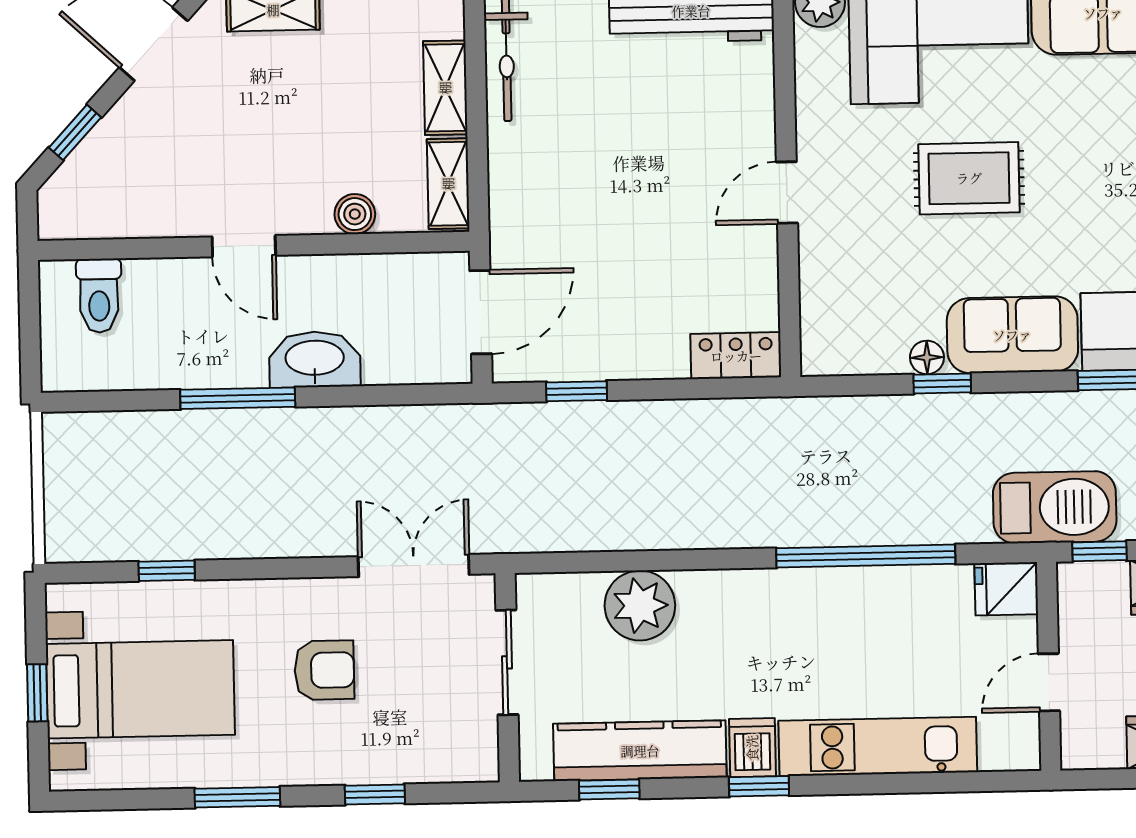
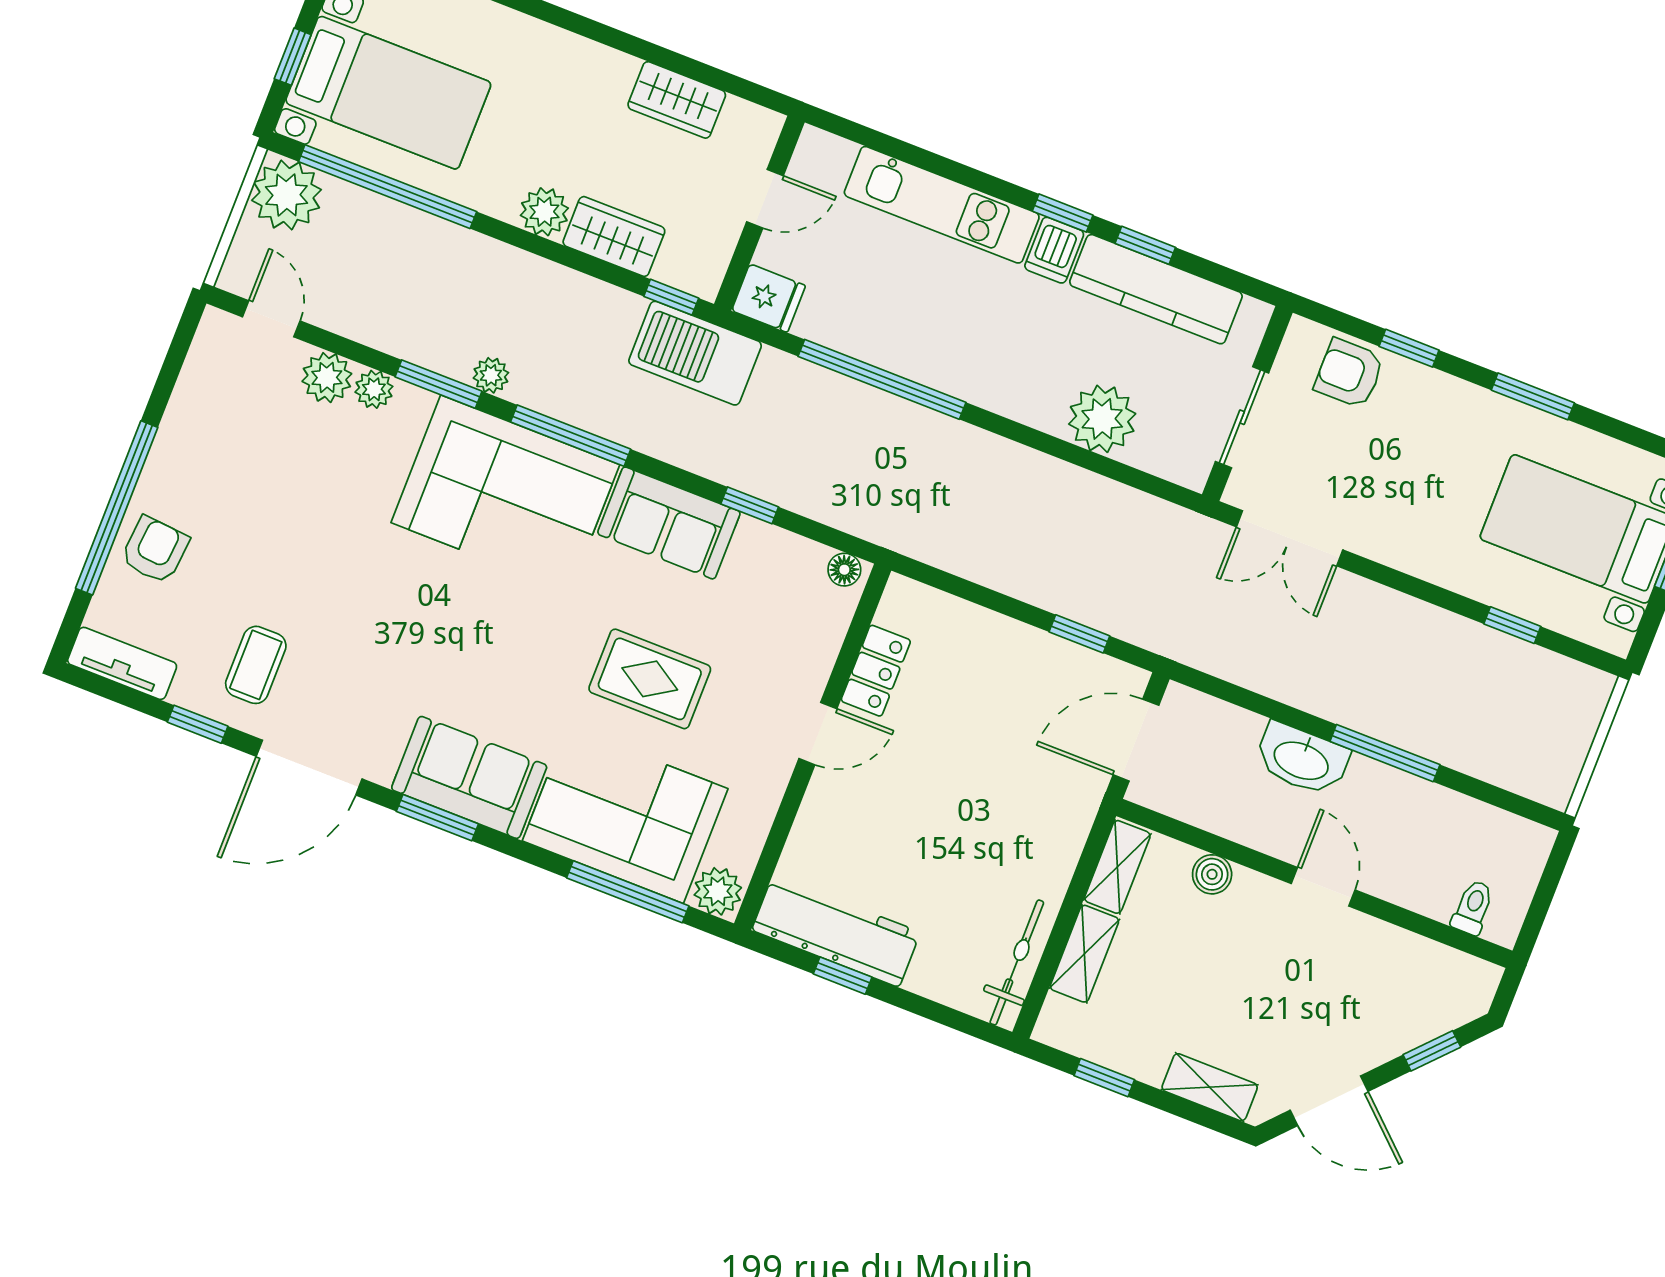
toilet: (99, 296) -> (1473, 908), width x0.73, depth x0.72
locker: (736, 356) -> (876, 671), moved, turned -90
floor lamp: (927, 357) -> (844, 570), moved
armchair: (324, 670) -> (1349, 373), moved
window: (609, 789) -> (1145, 245), moved

